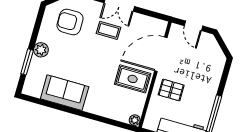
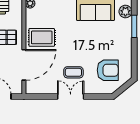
plant: (41, 50) -> (125, 12), moved

